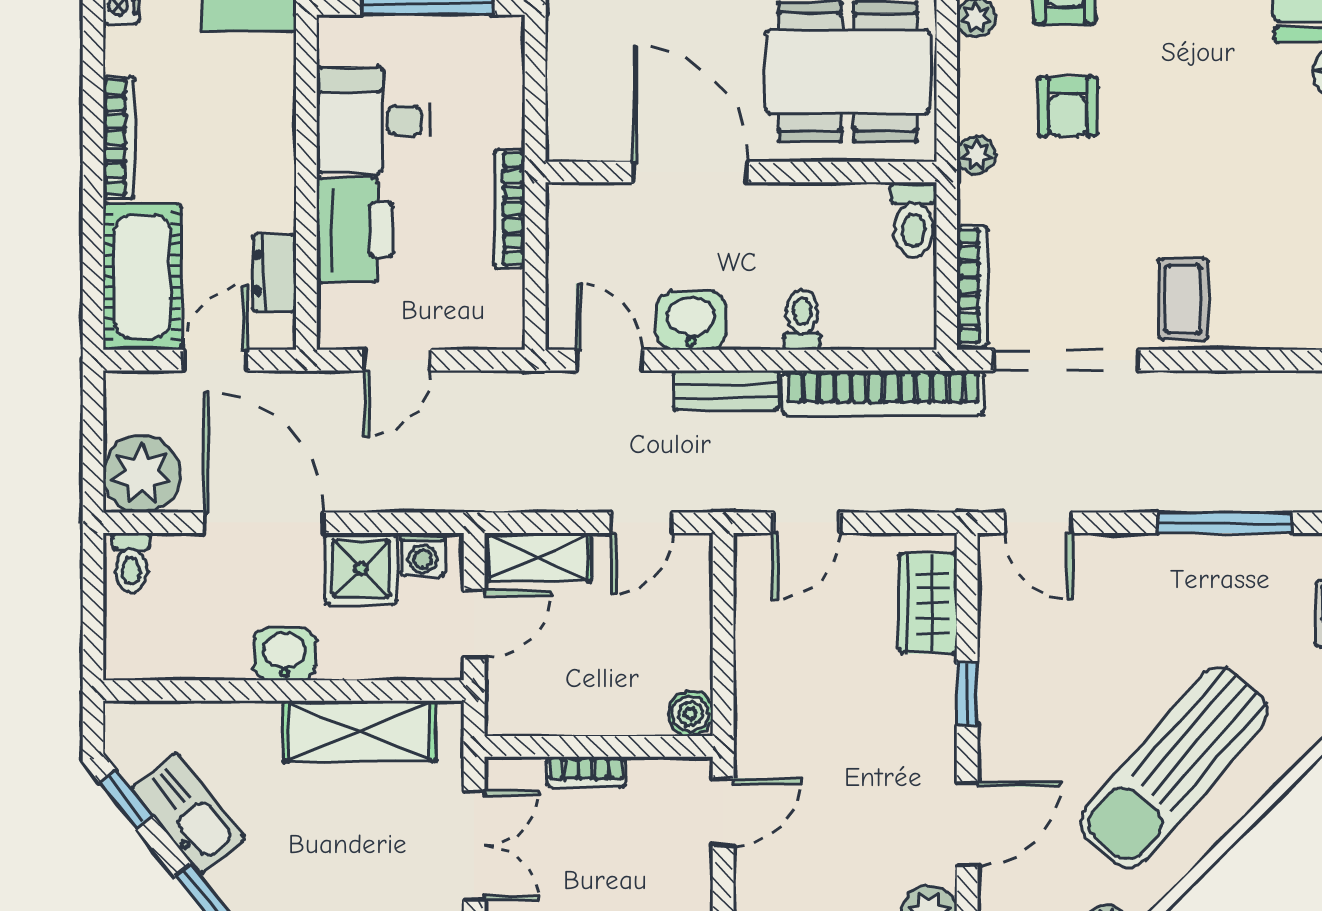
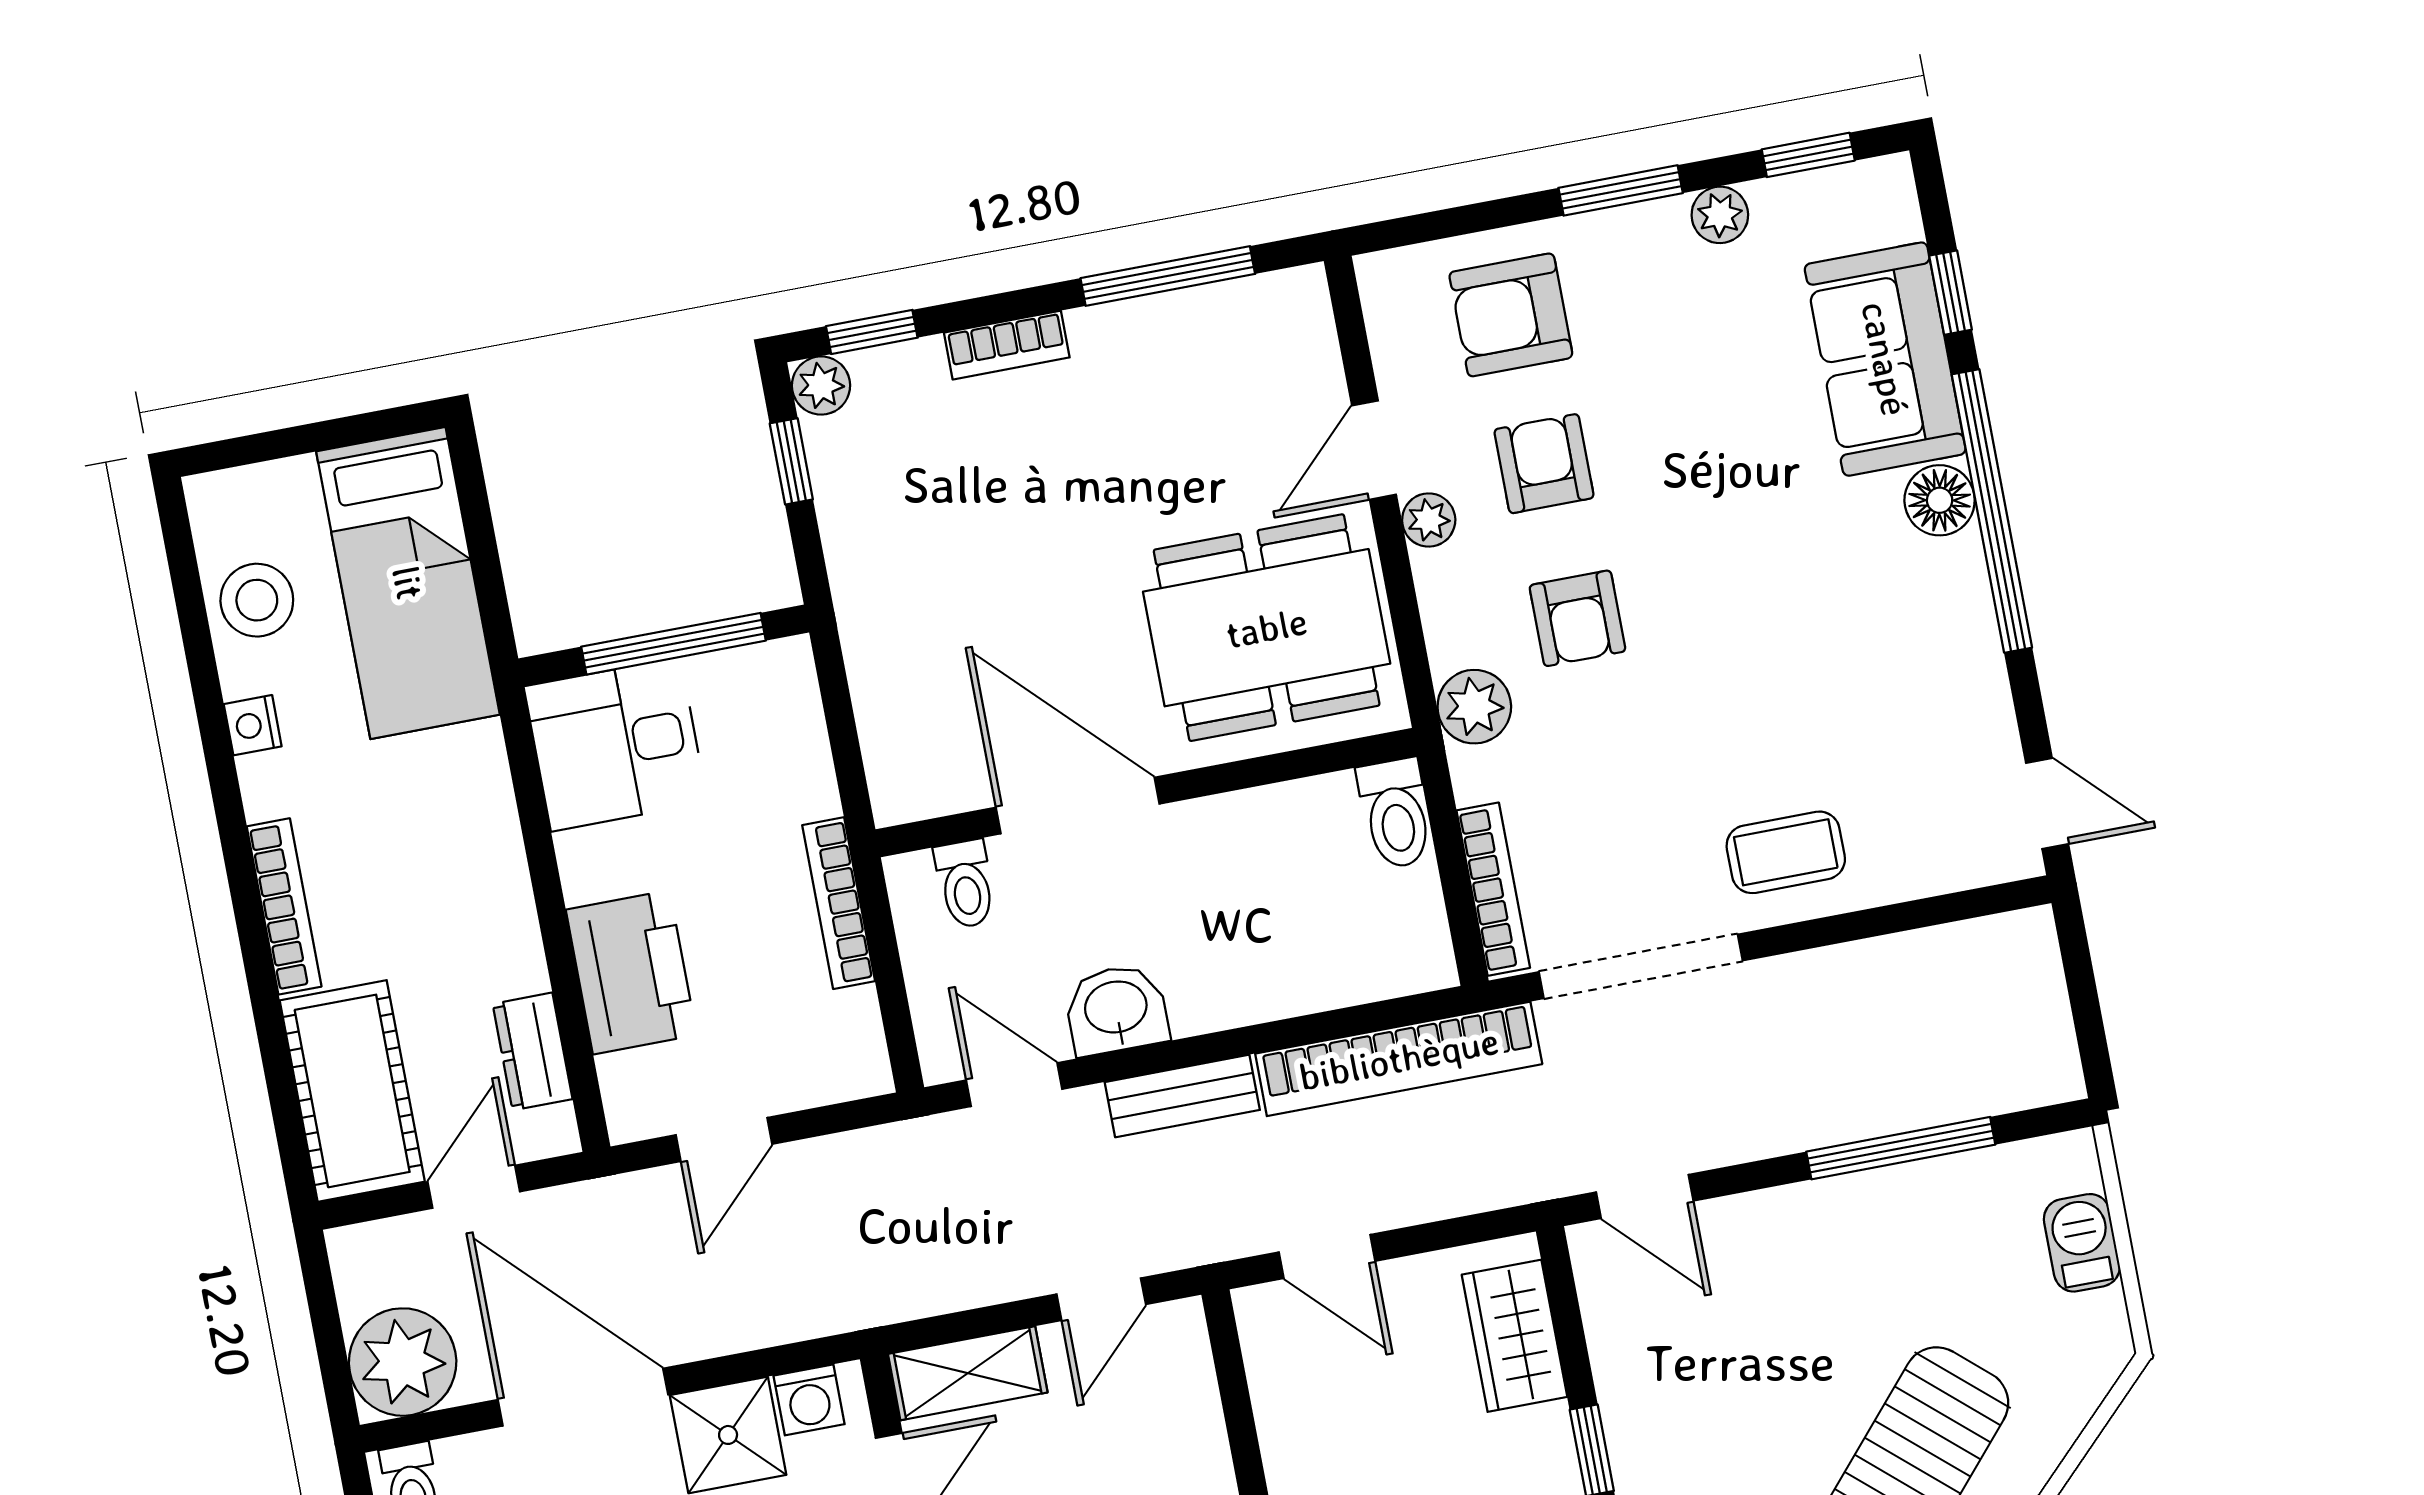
desk: (374, 120) -> (616, 744), moved
plant: (976, 155) -> (1474, 707), width x1.38, depth x1.38
coffee table: (1183, 299) -> (1786, 852), turned 90
toilet: (802, 320) -> (965, 884), moved, turned 180
door: (806, 523) -> (1327, 1257), hinge flipped

